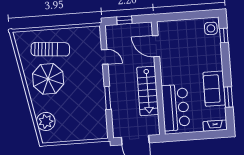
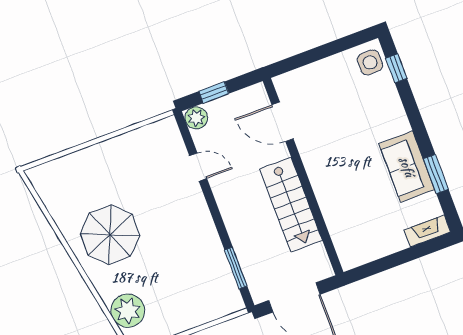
plant: (111, 31) -> (196, 118), added
sun lounger: (50, 49) -> (99, 182), removed
window: (108, 98) -> (236, 268), moved
bar counter: (176, 108) -> (348, 220), removed

